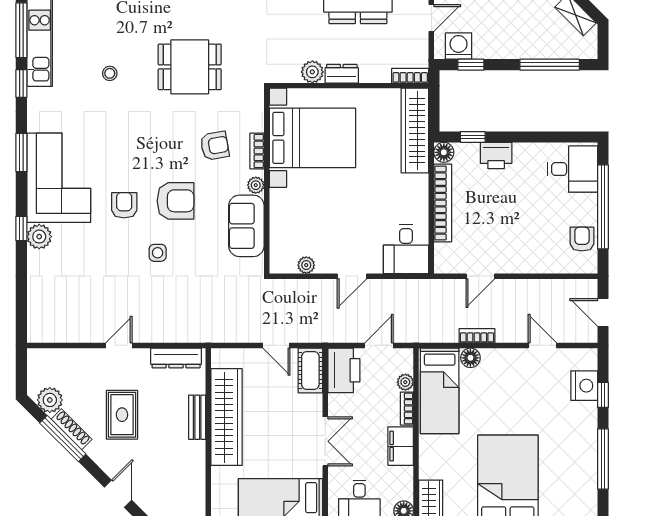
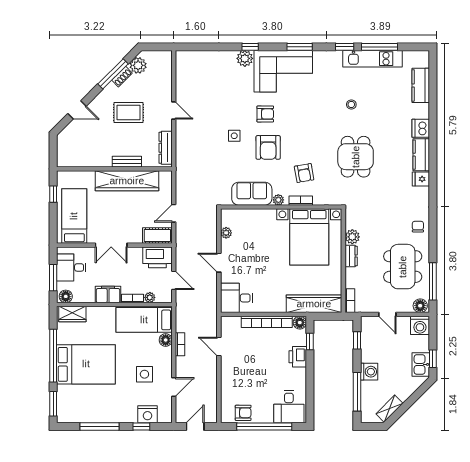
washing machine: (459, 46) -> (369, 372), moved
side table: (523, 390) -> (144, 374), added
shoe rack: (72, 429) -> (122, 77), width x0.70

